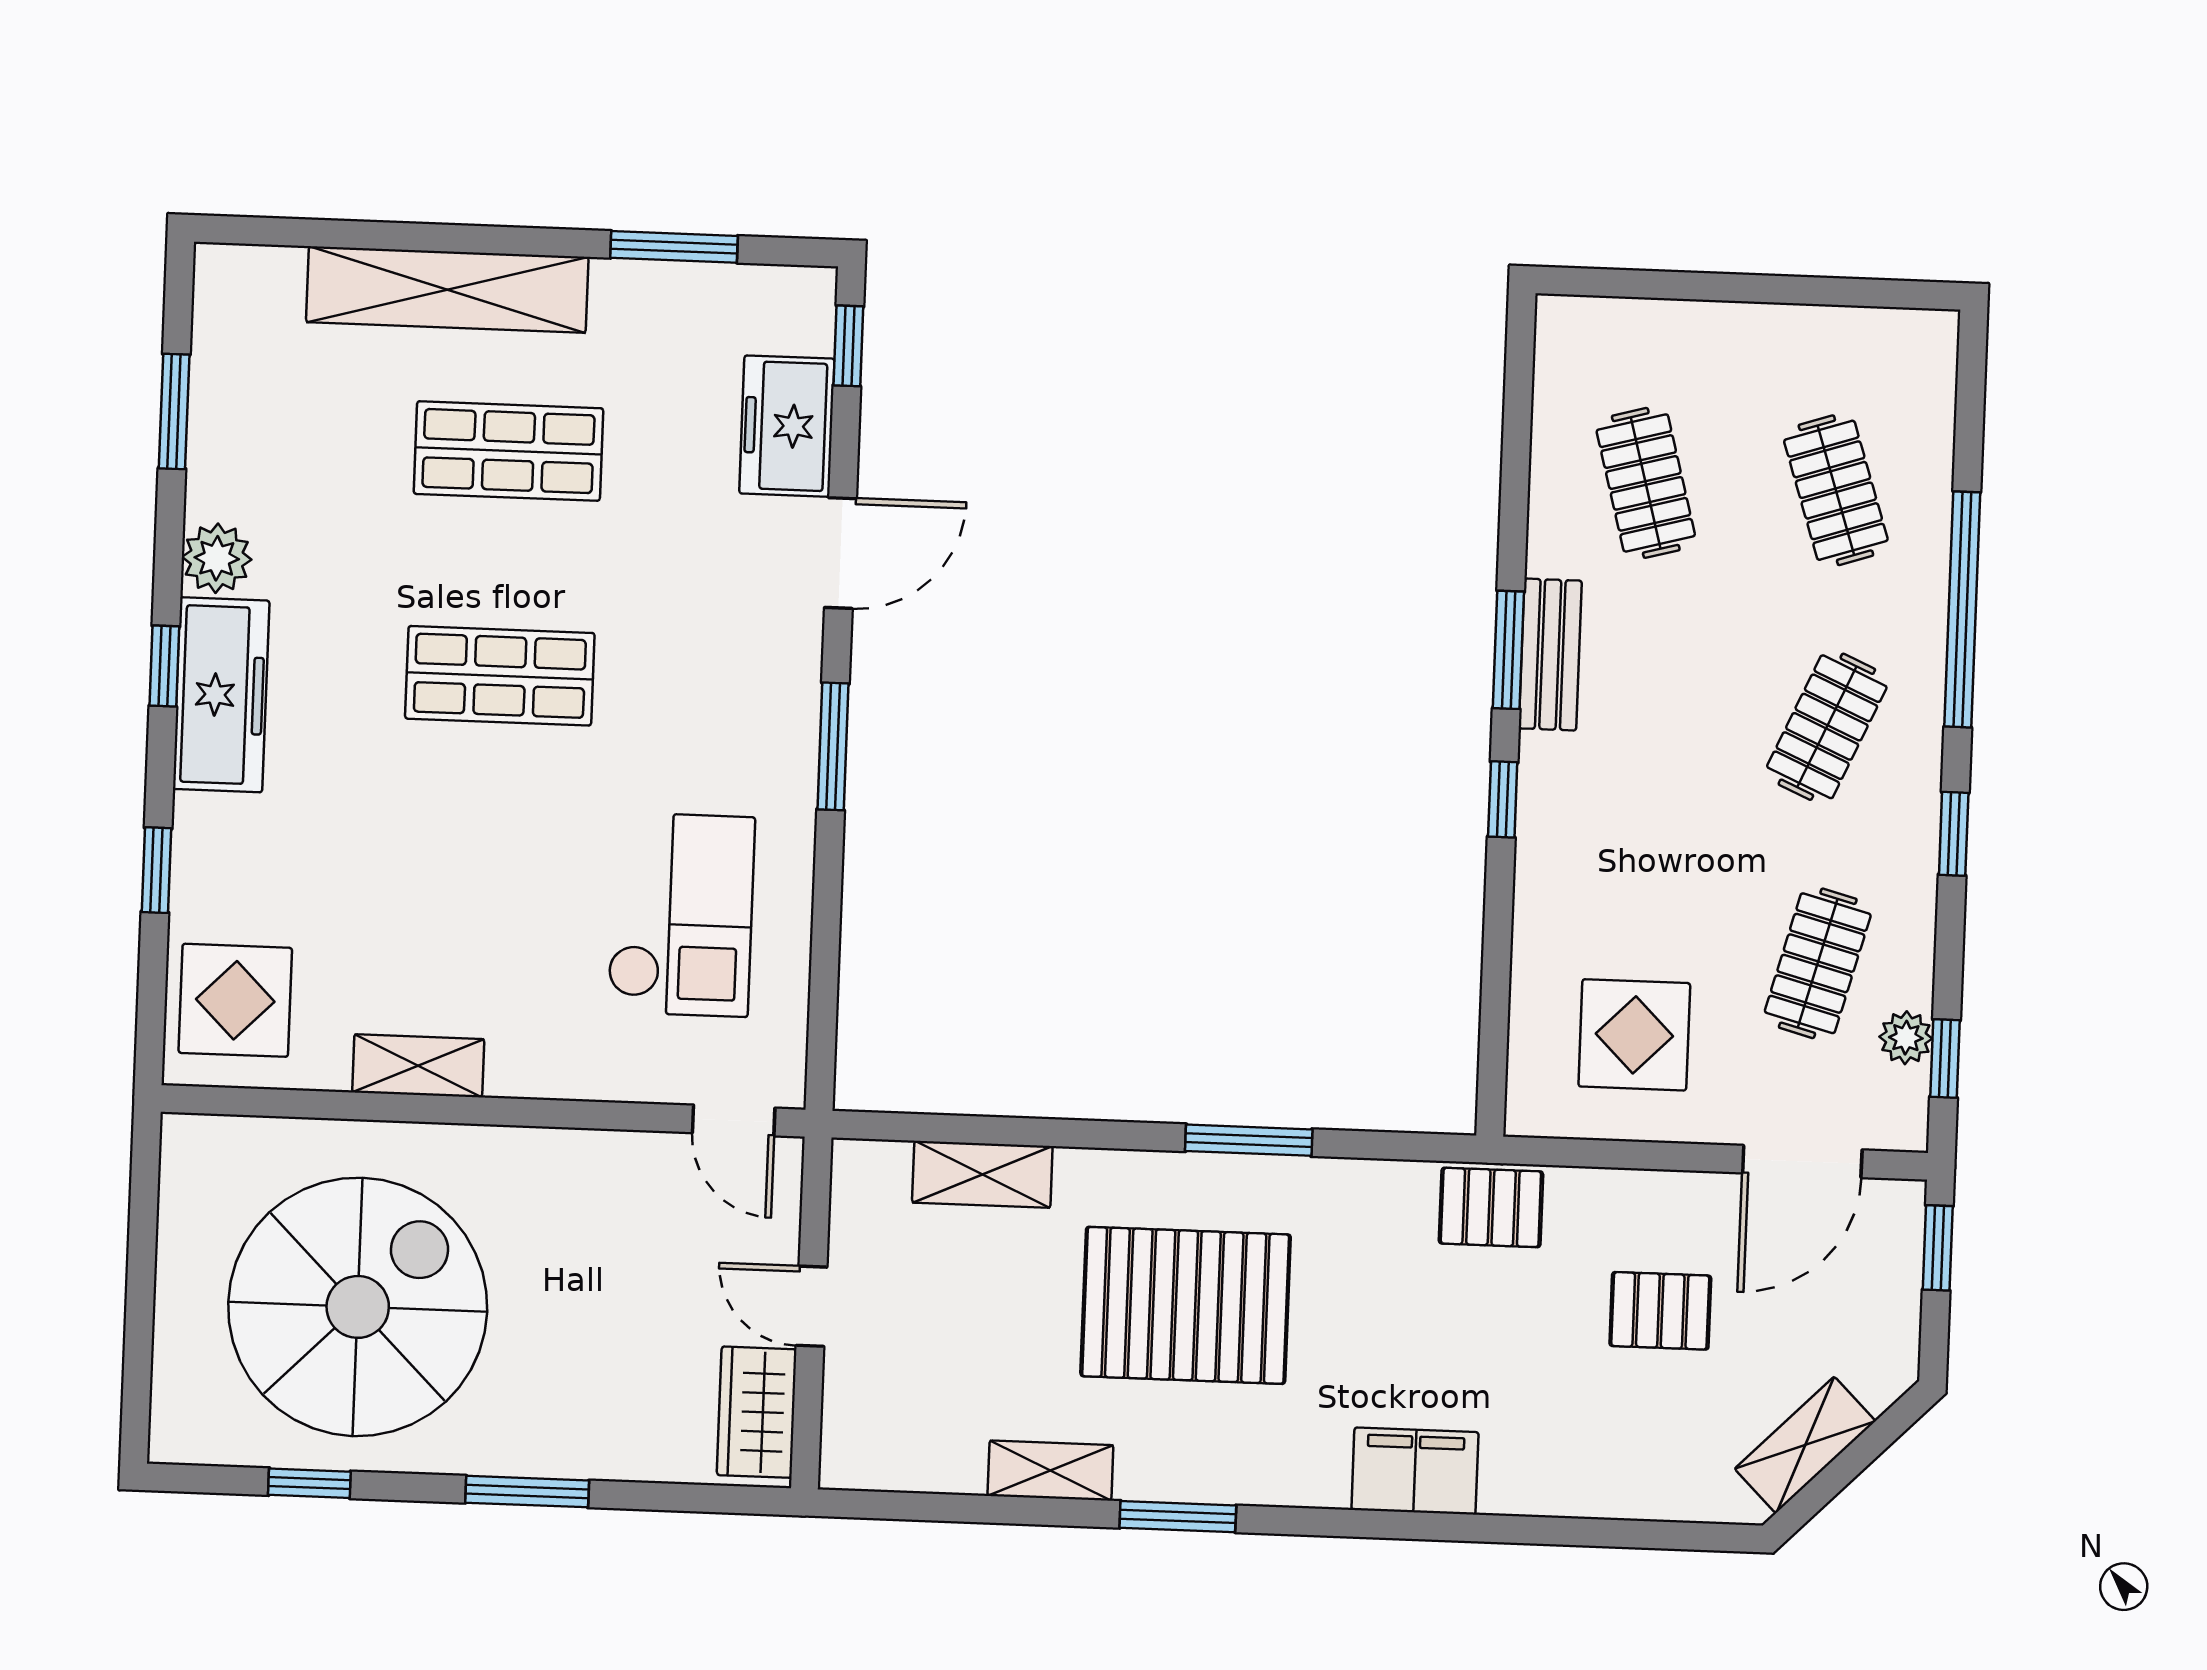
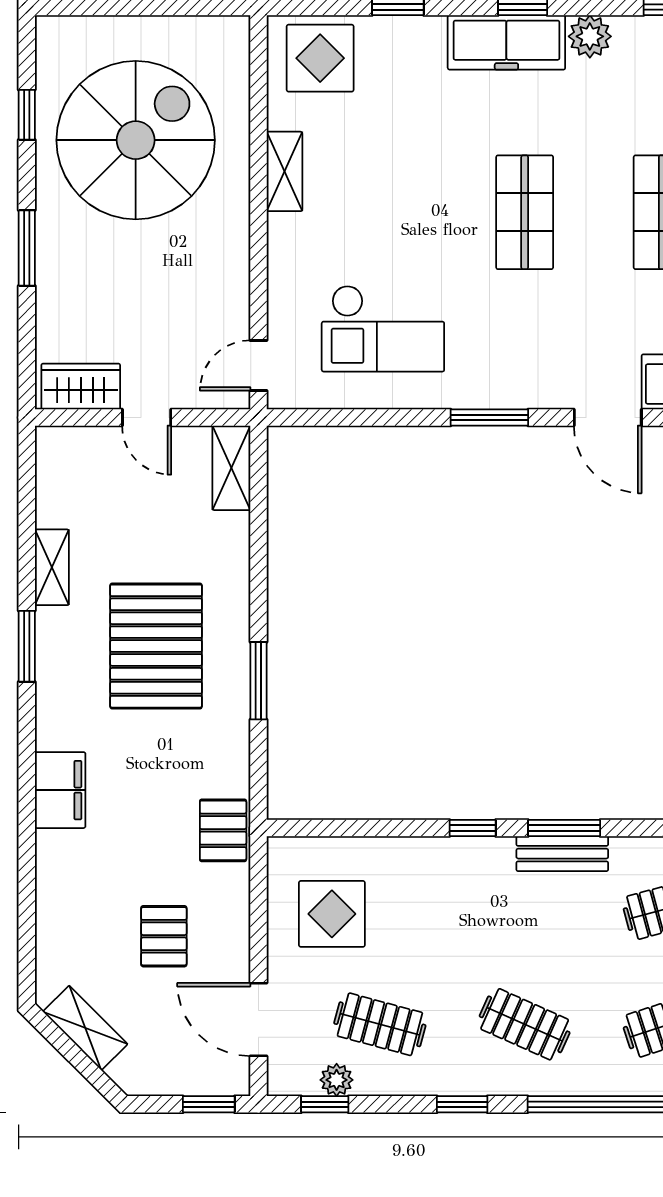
shelving: (982, 1174) -> (231, 468), moved
door: (811, 1306) -> (147, 417), swing flipped
spiral stairs: (358, 1307) -> (136, 140), turned -90

